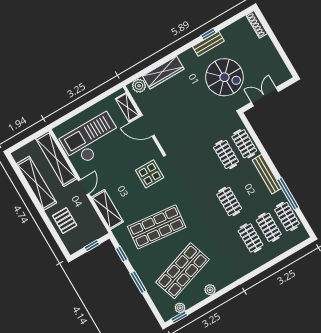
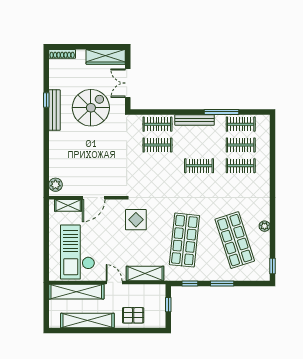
bench: (208, 44) -> (54, 110), width x1.36
wardrobe: (163, 72) -> (106, 57), moved, turned 90
plant: (180, 308) -> (265, 261), removed

